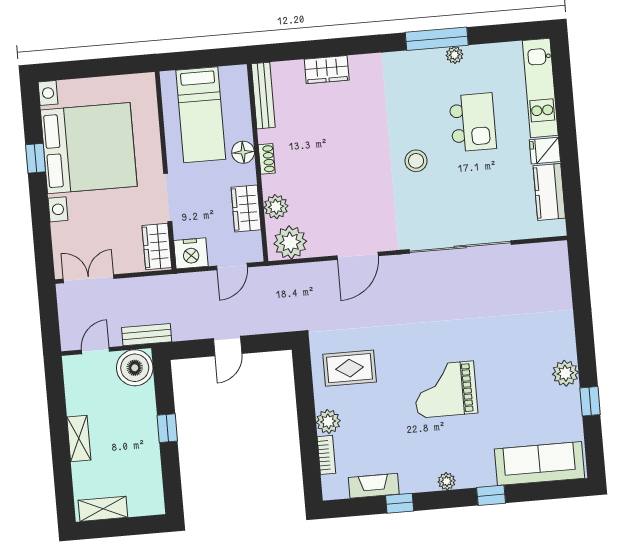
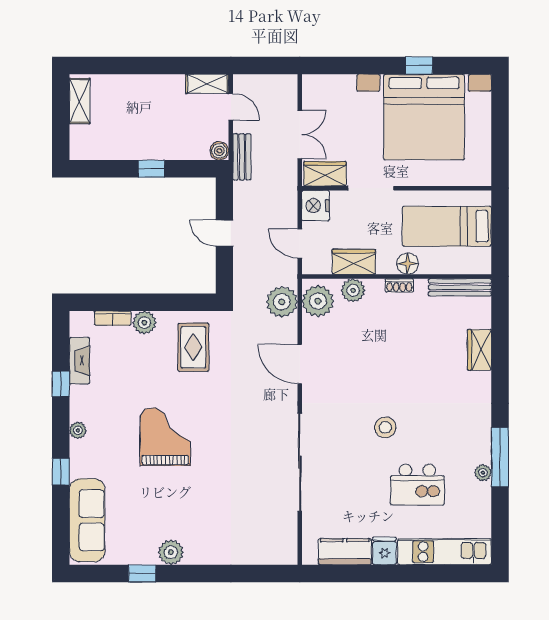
double door: (89, 279) -> (300, 134), moved
plant: (294, 280) -> (282, 302), added
boiler: (135, 368) -> (219, 151), width x0.54, depth x0.54
shelving: (79, 439) -> (207, 84), moved

